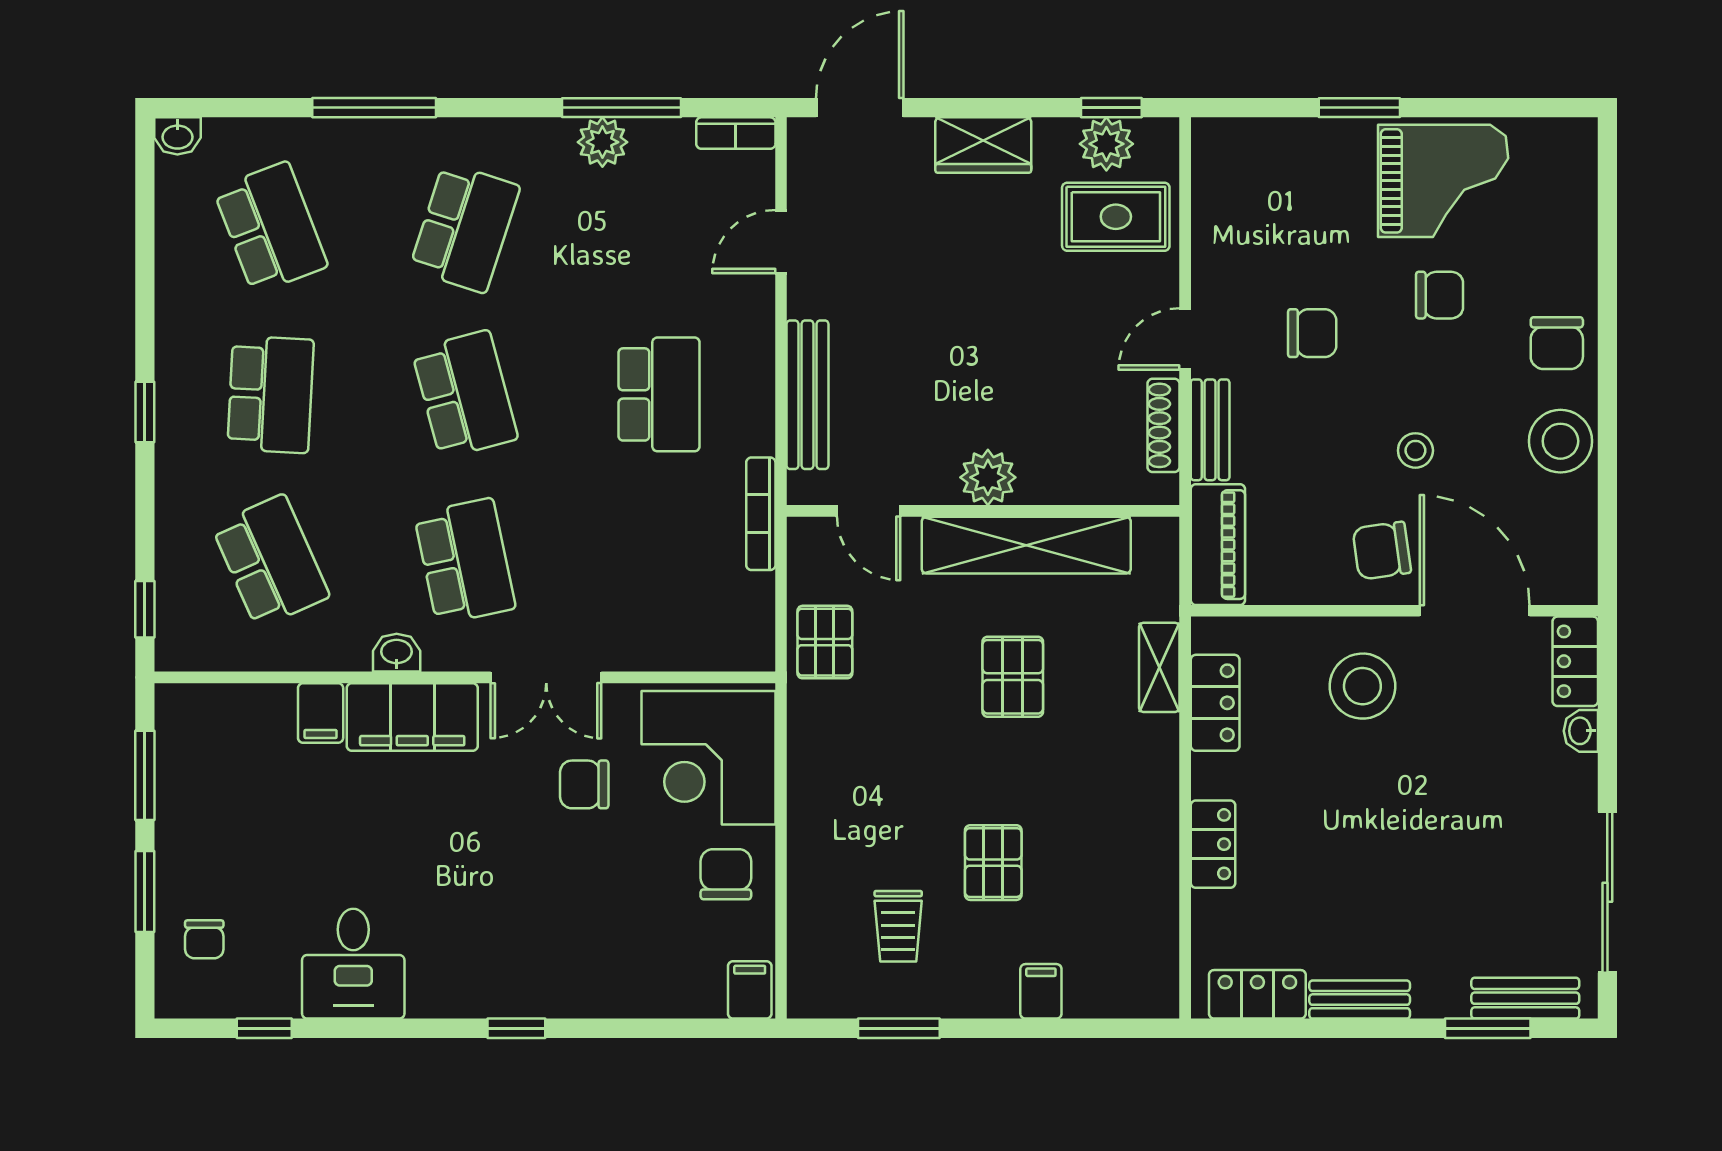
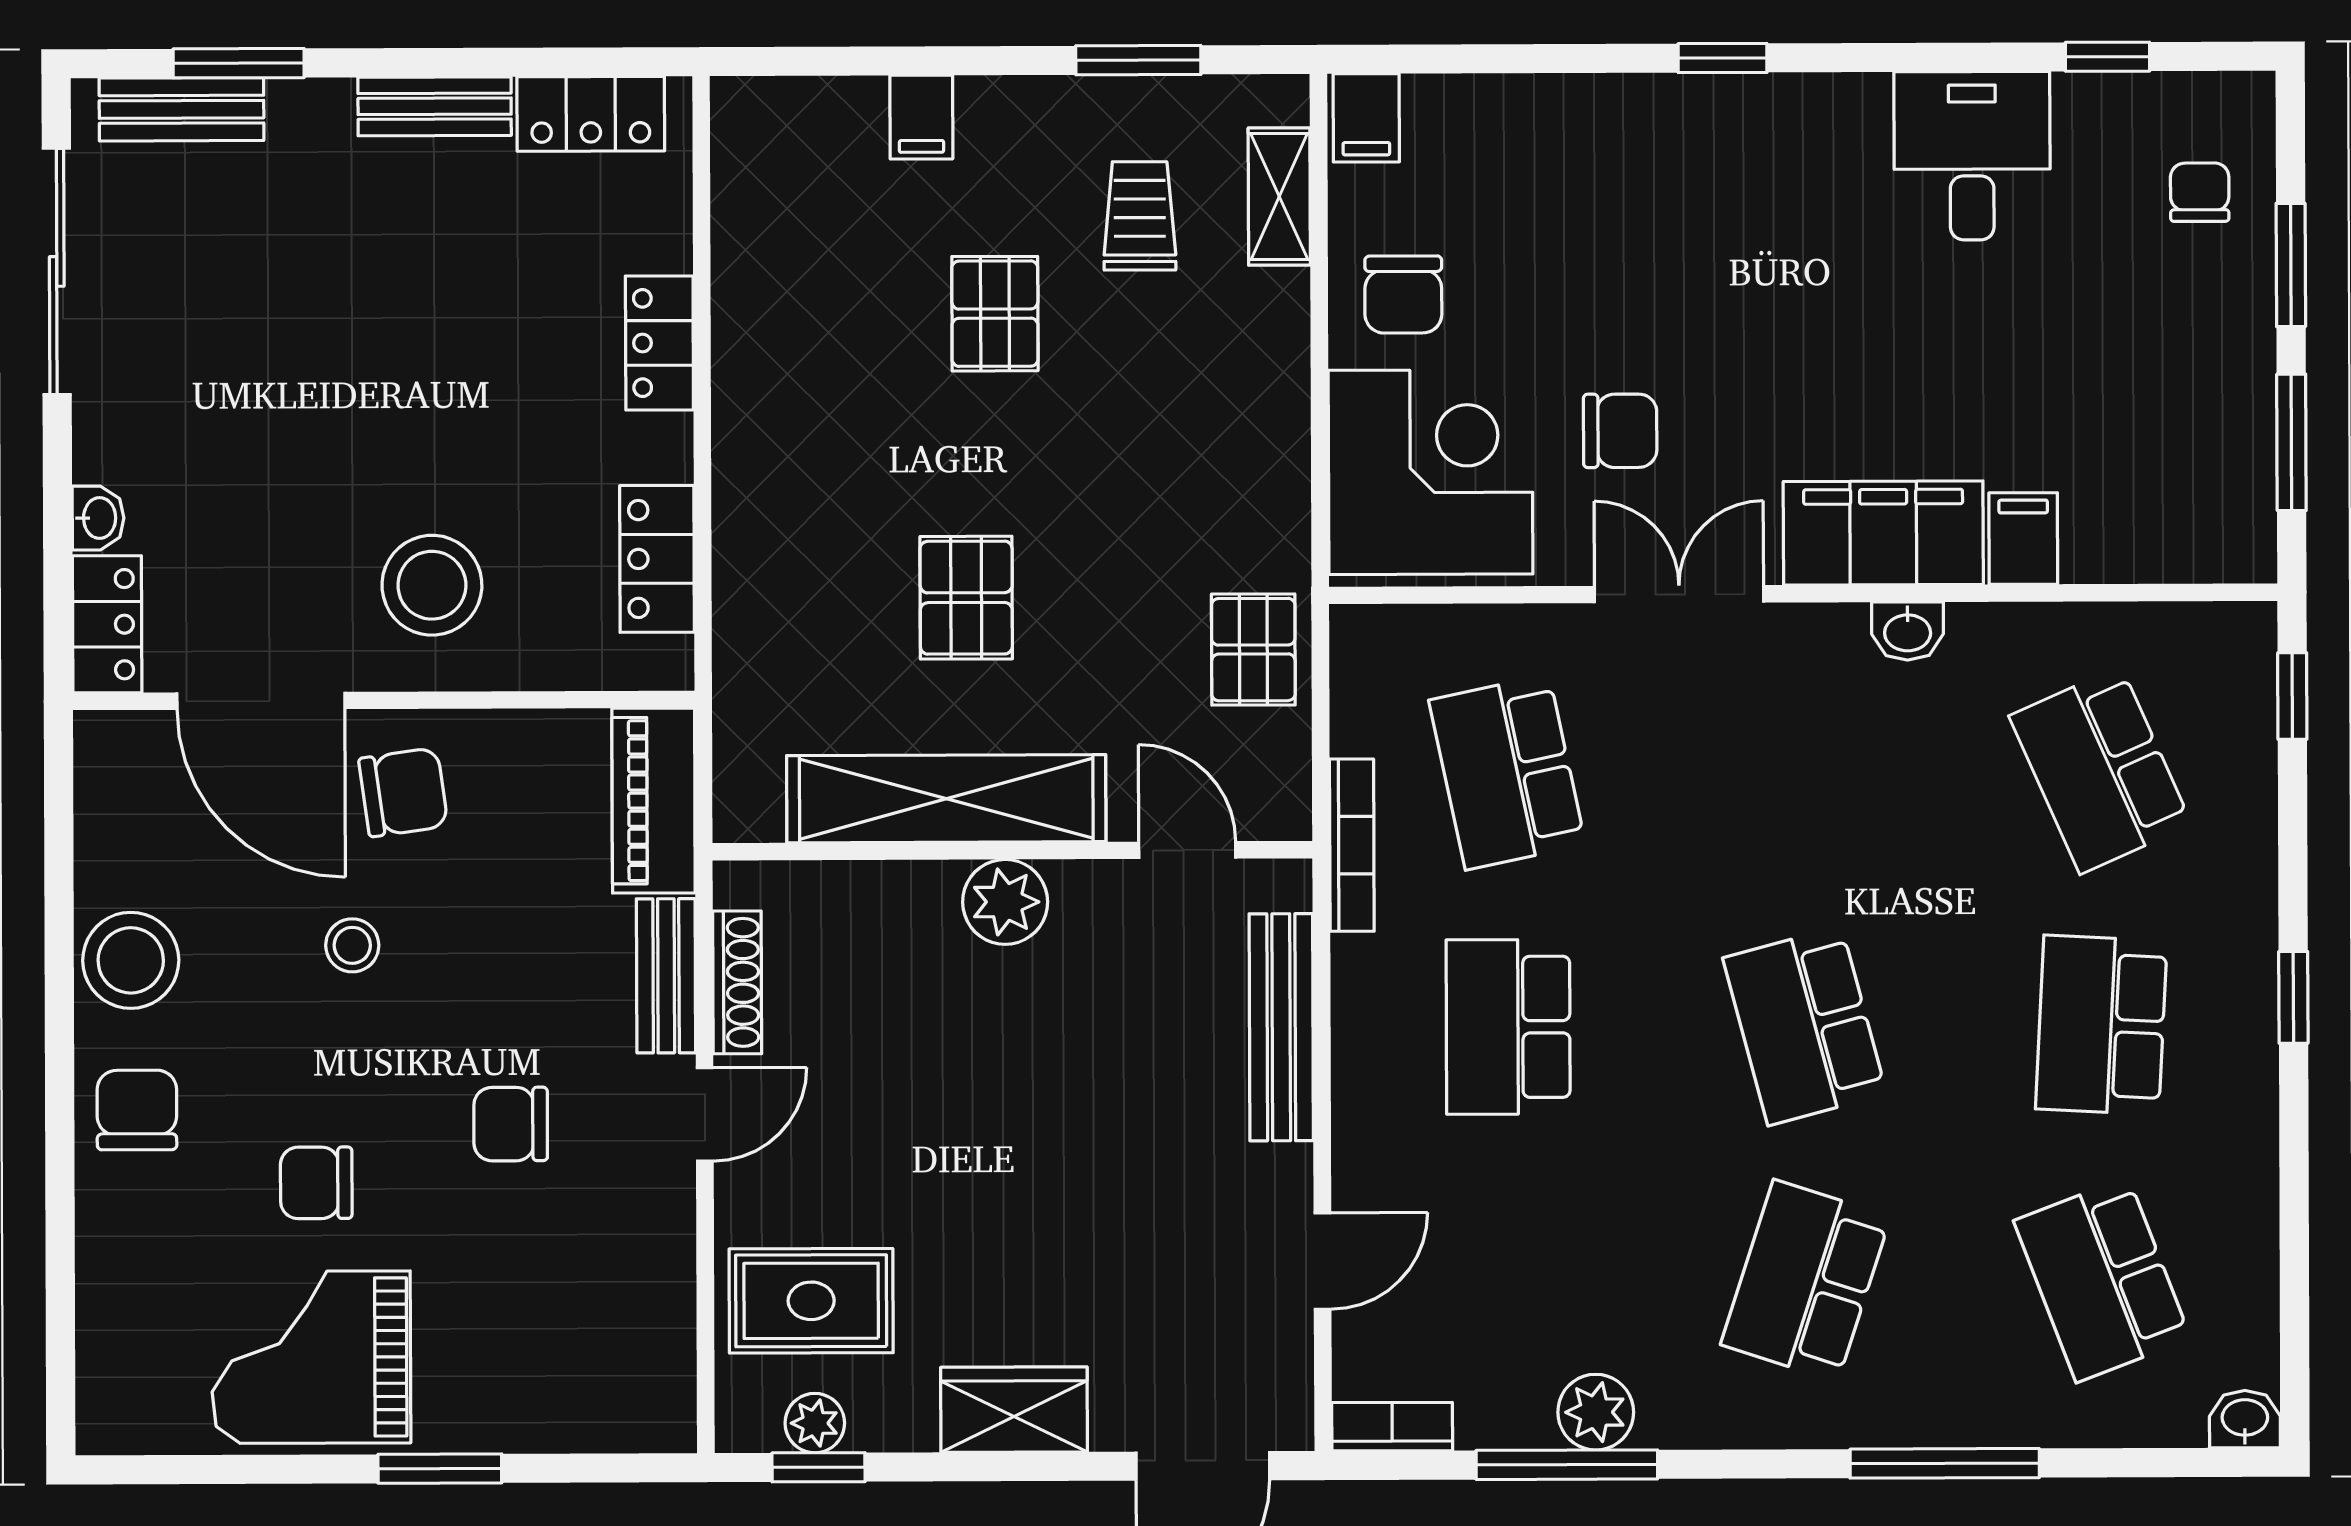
plant: (1106, 144) -> (815, 1423), width x0.73, depth x0.73
school desk: (465, 561) -> (1507, 772), moved
shelving: (1159, 667) -> (1279, 197), moved

